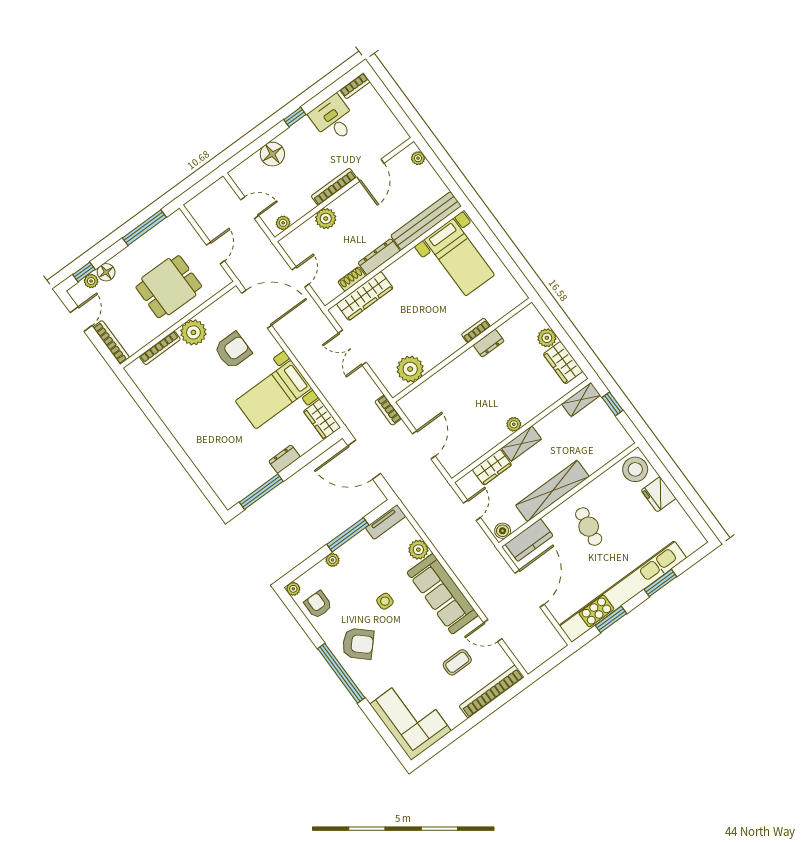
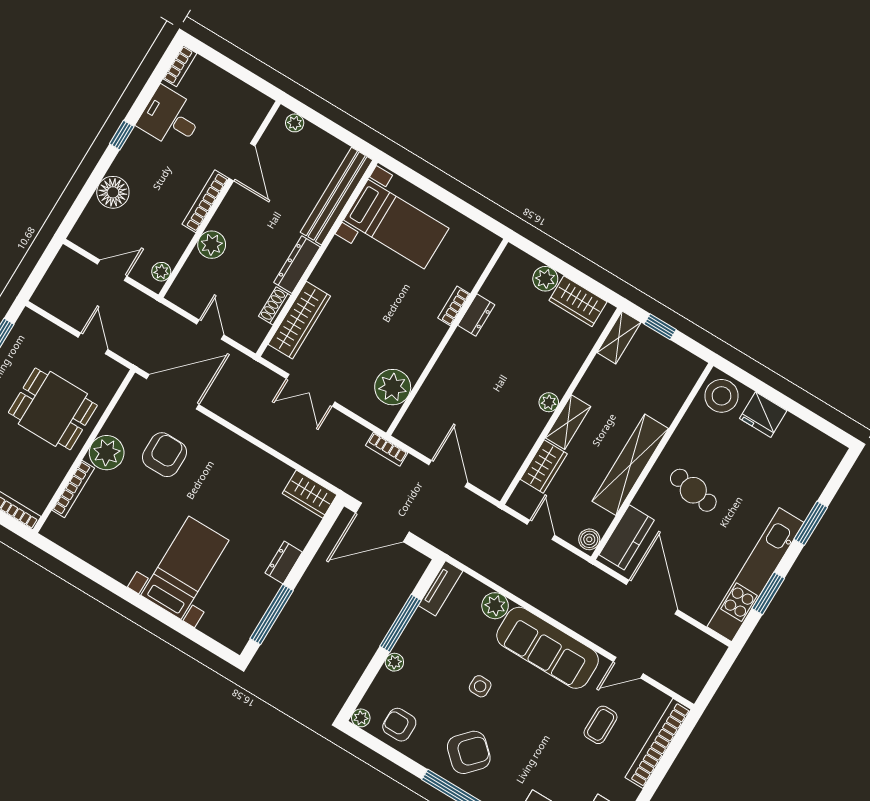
dining table: (169, 287) -> (53, 409), turned 90
bed with nightstands: (273, 395) -> (185, 568), moved, turned 180
kitchen unit: (623, 592) -> (756, 575), width x0.73

